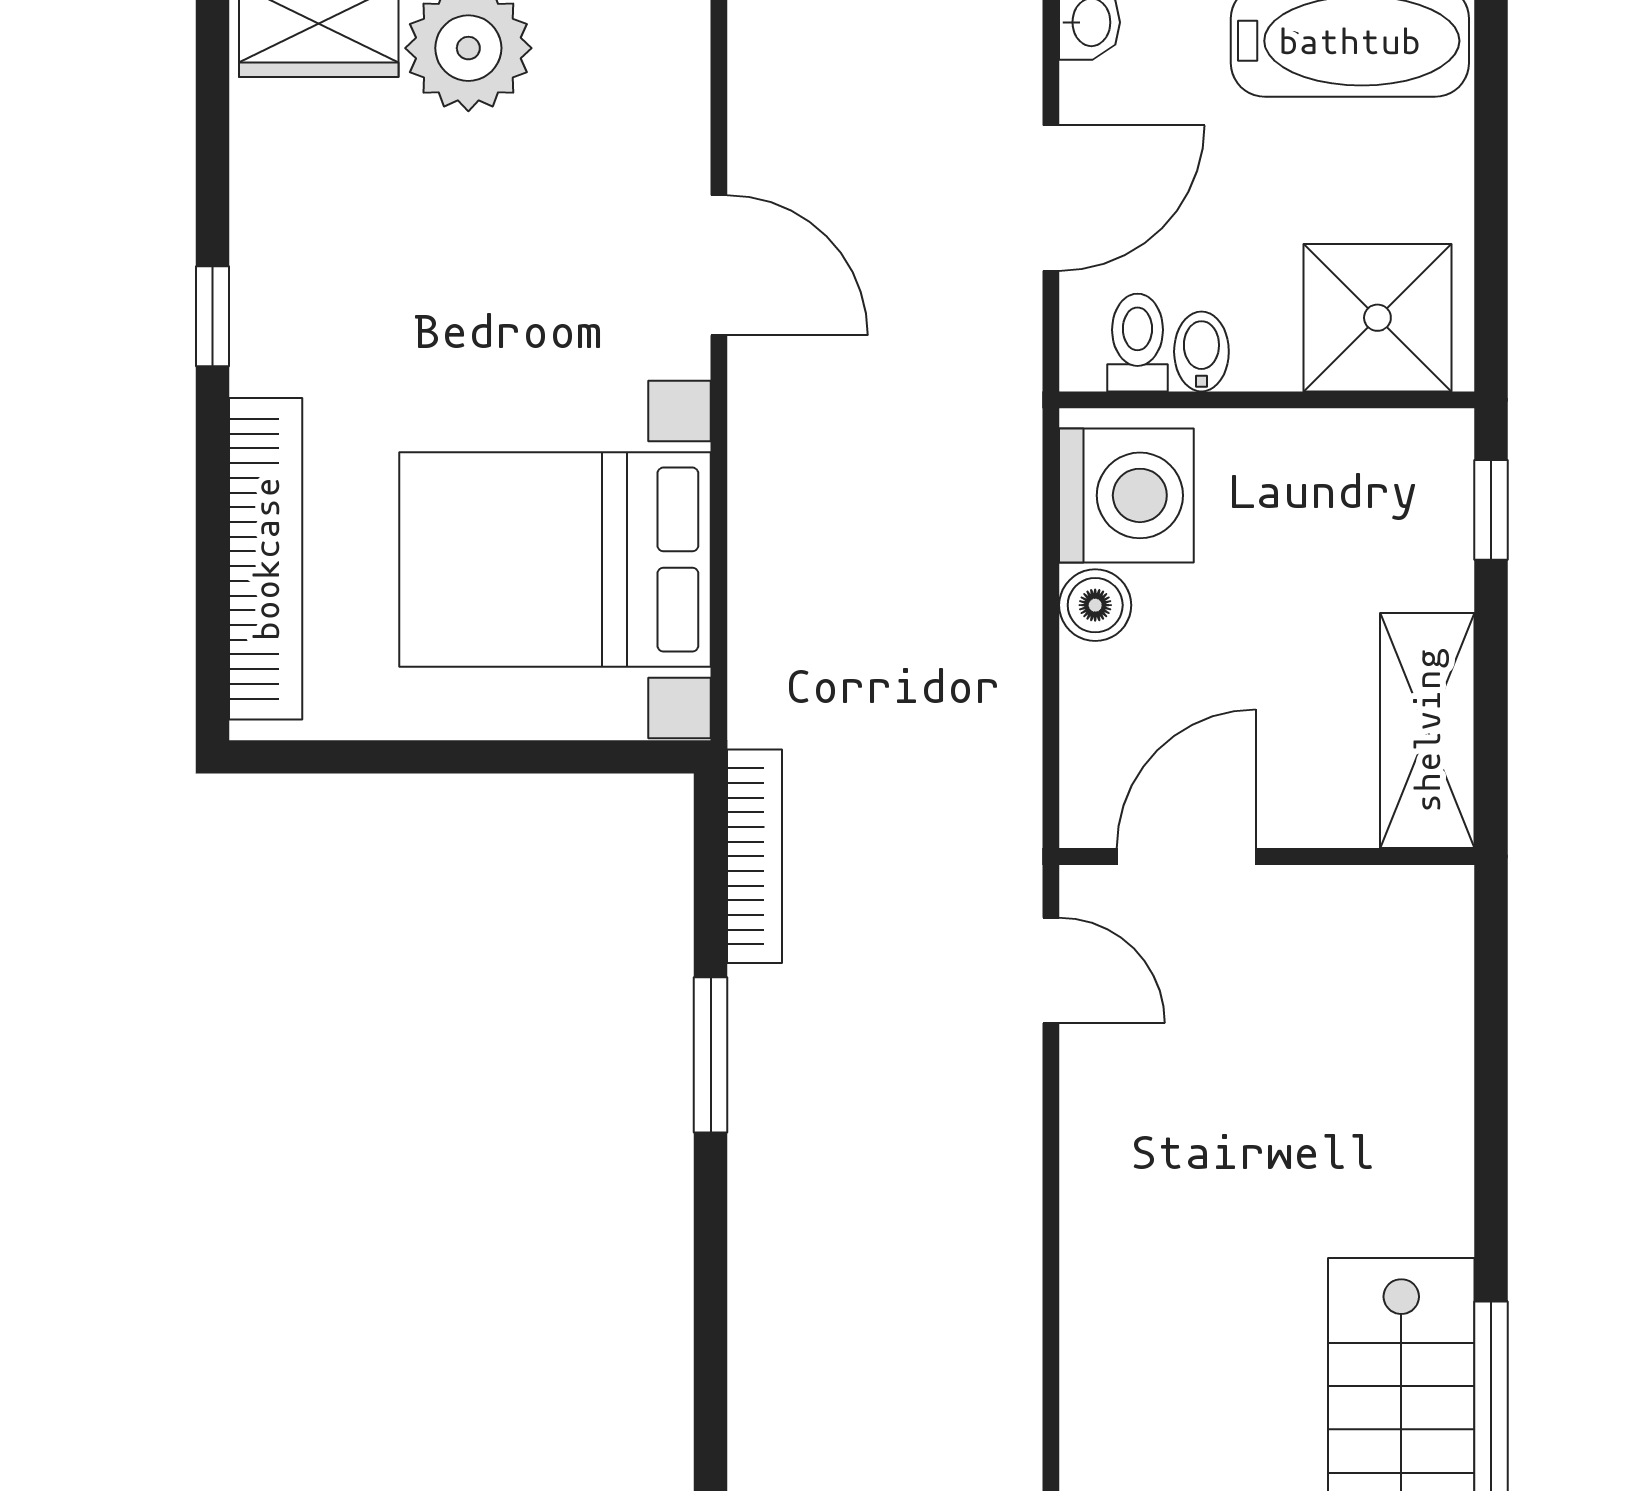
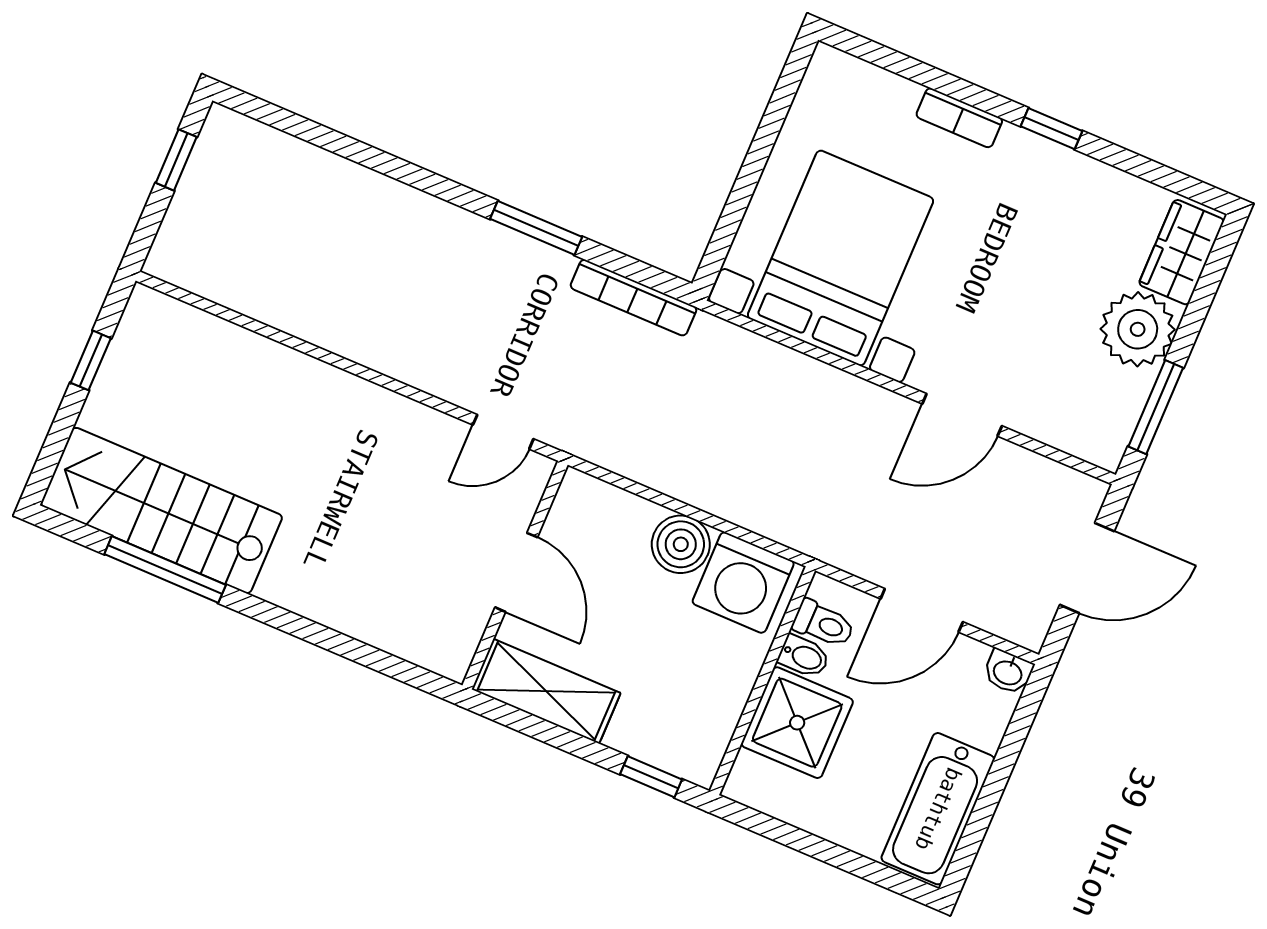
door: (1051, 198) -> (922, 610), hinge flipped
shower: (1377, 318) -> (797, 723), moved
bookcase: (266, 559) -> (959, 118), width x0.43, depth x0.76
boiler: (1095, 605) -> (681, 544), width x1.36, depth x1.36
door: (1186, 857) -> (516, 572), moved

